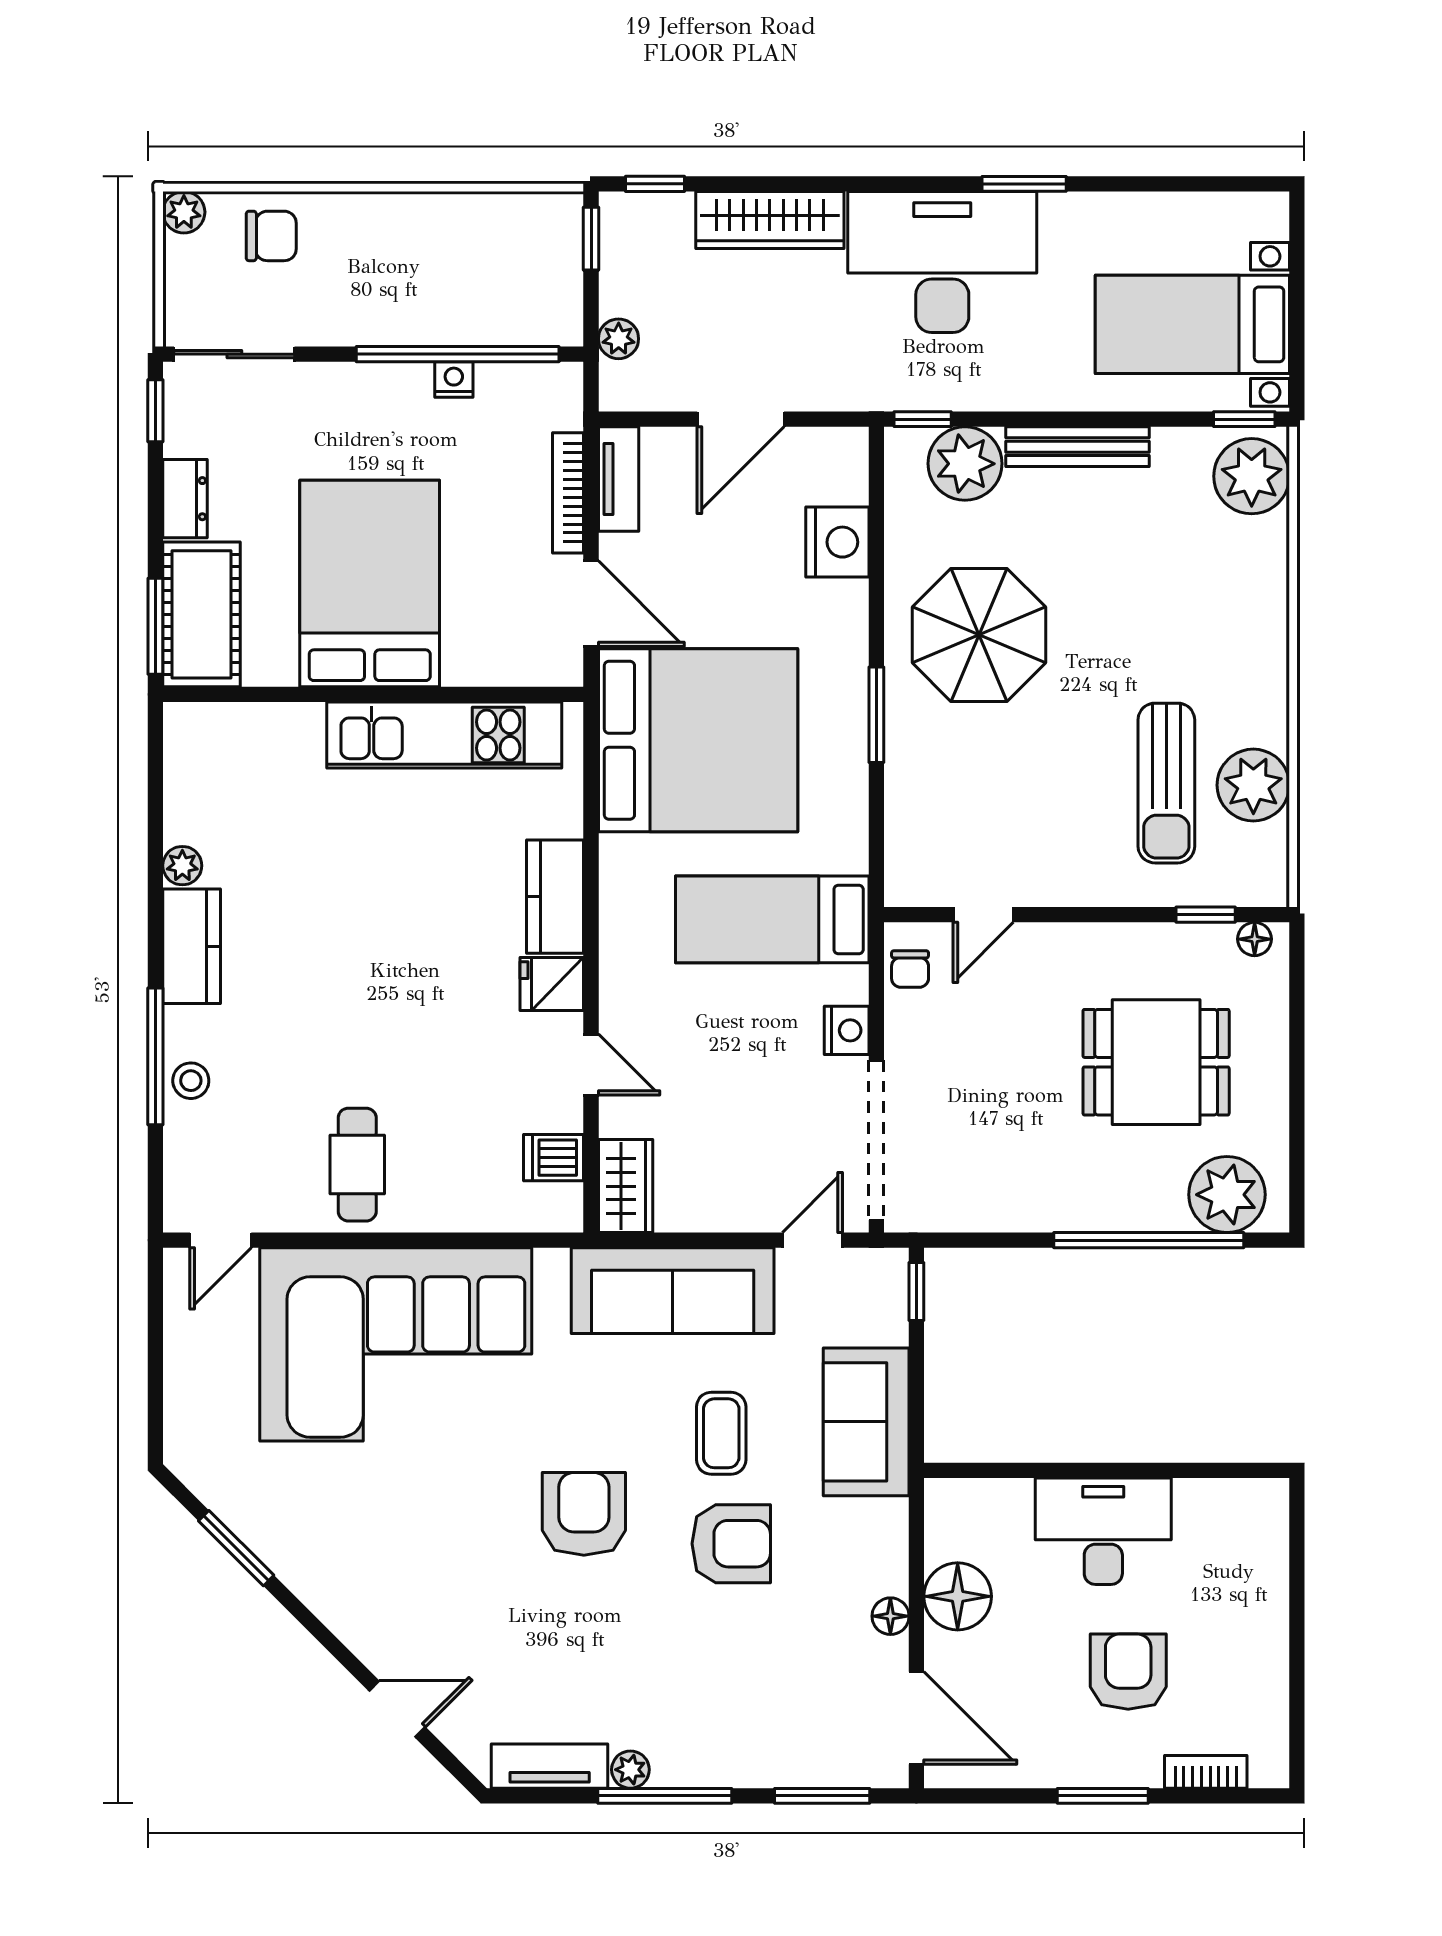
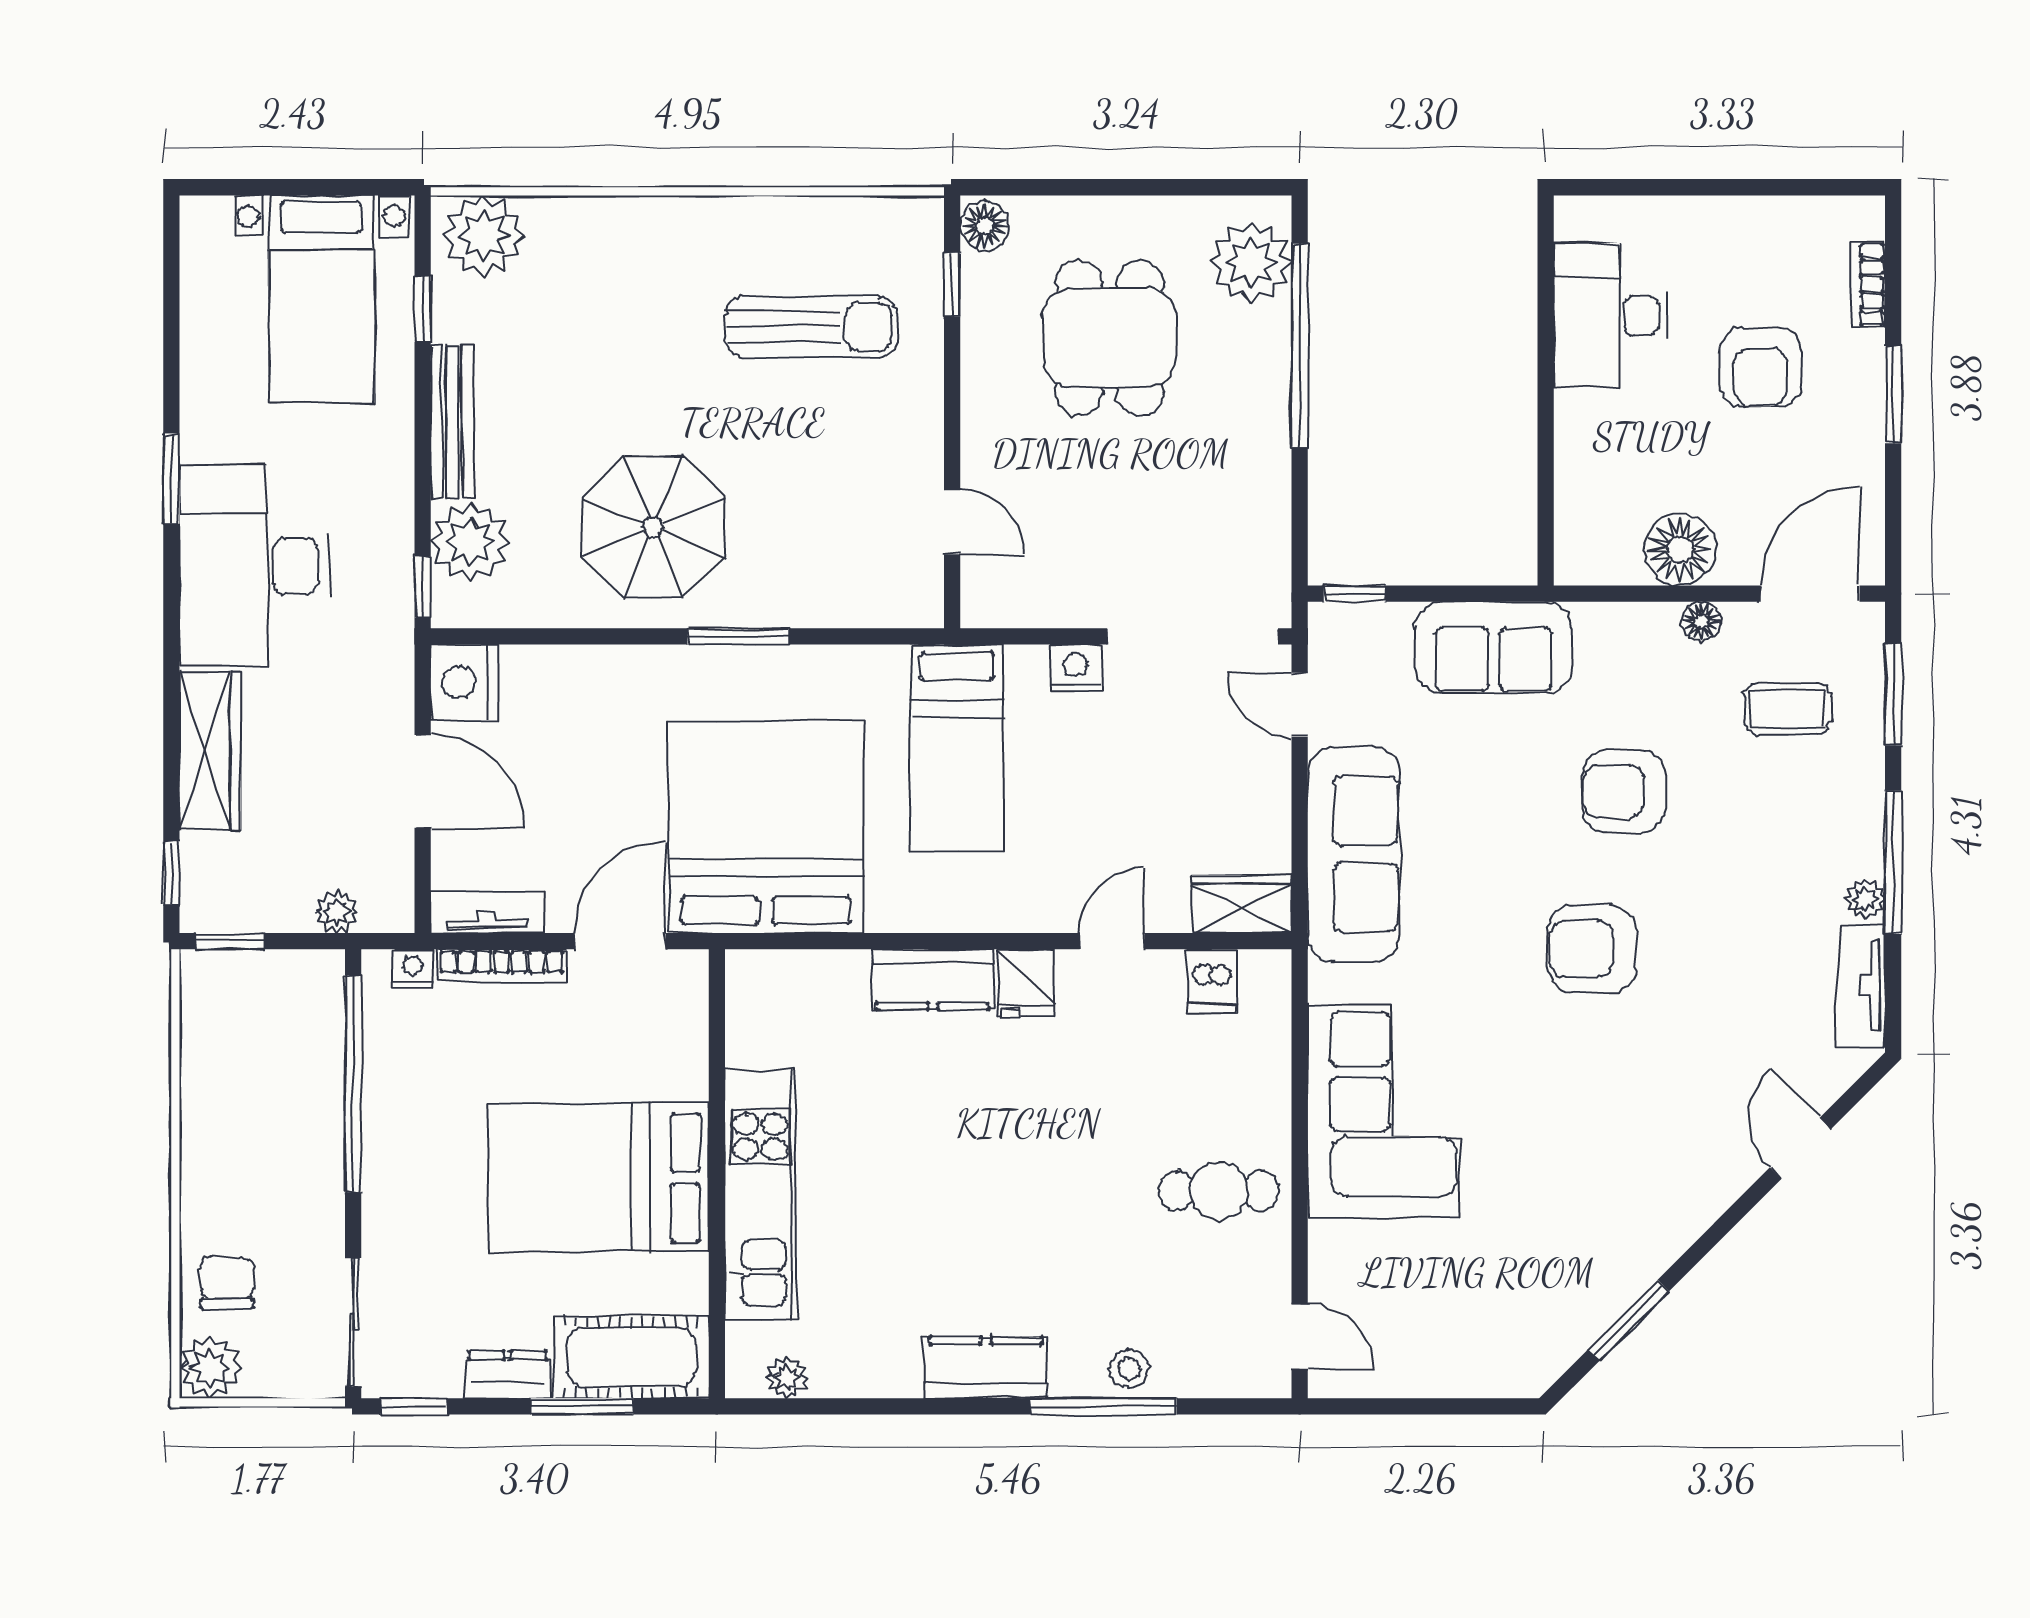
plant: (184, 212) -> (210, 1368), width x1.38, depth x1.38
nightstand: (454, 379) -> (413, 968), moved, turned 90
window: (1244, 419) -> (423, 309), moved
nightstand: (837, 542) -> (464, 682), moved, turned -90
window: (155, 626) -> (582, 1406), moved
kitchen unit: (444, 735) -> (760, 1194), moved
plant: (1253, 785) -> (814, 234), removed
plant: (182, 866) -> (787, 1378), moved
floor lamp: (1255, 939) -> (985, 226), width x1.37, depth x1.37
chair: (910, 969) -> (1010, 600), removed
corner sofa: (396, 1344) -> (1384, 1111), width x0.73, depth x0.74
coffee table: (721, 1433) -> (1788, 709), moved
desk: (1103, 1531) -> (1611, 316), moved
armchair: (731, 1544) -> (1624, 791), turned -90
armchair: (1128, 1672) -> (1761, 367), turned -90

